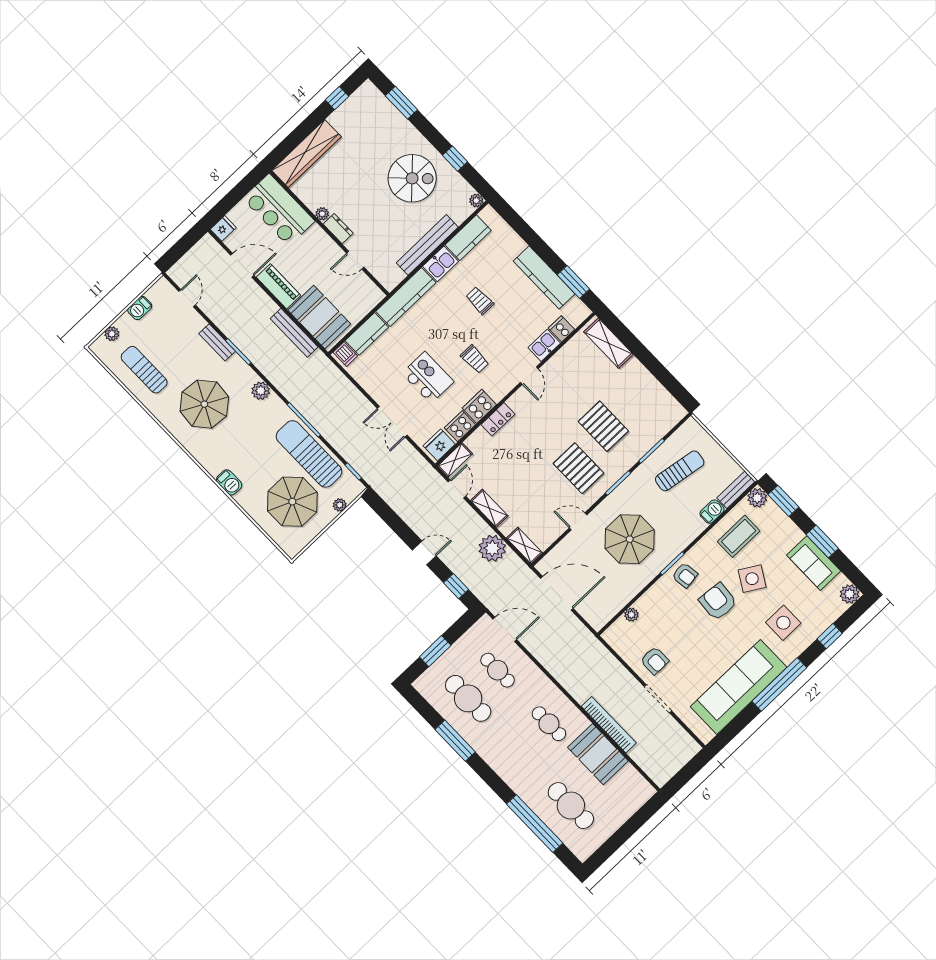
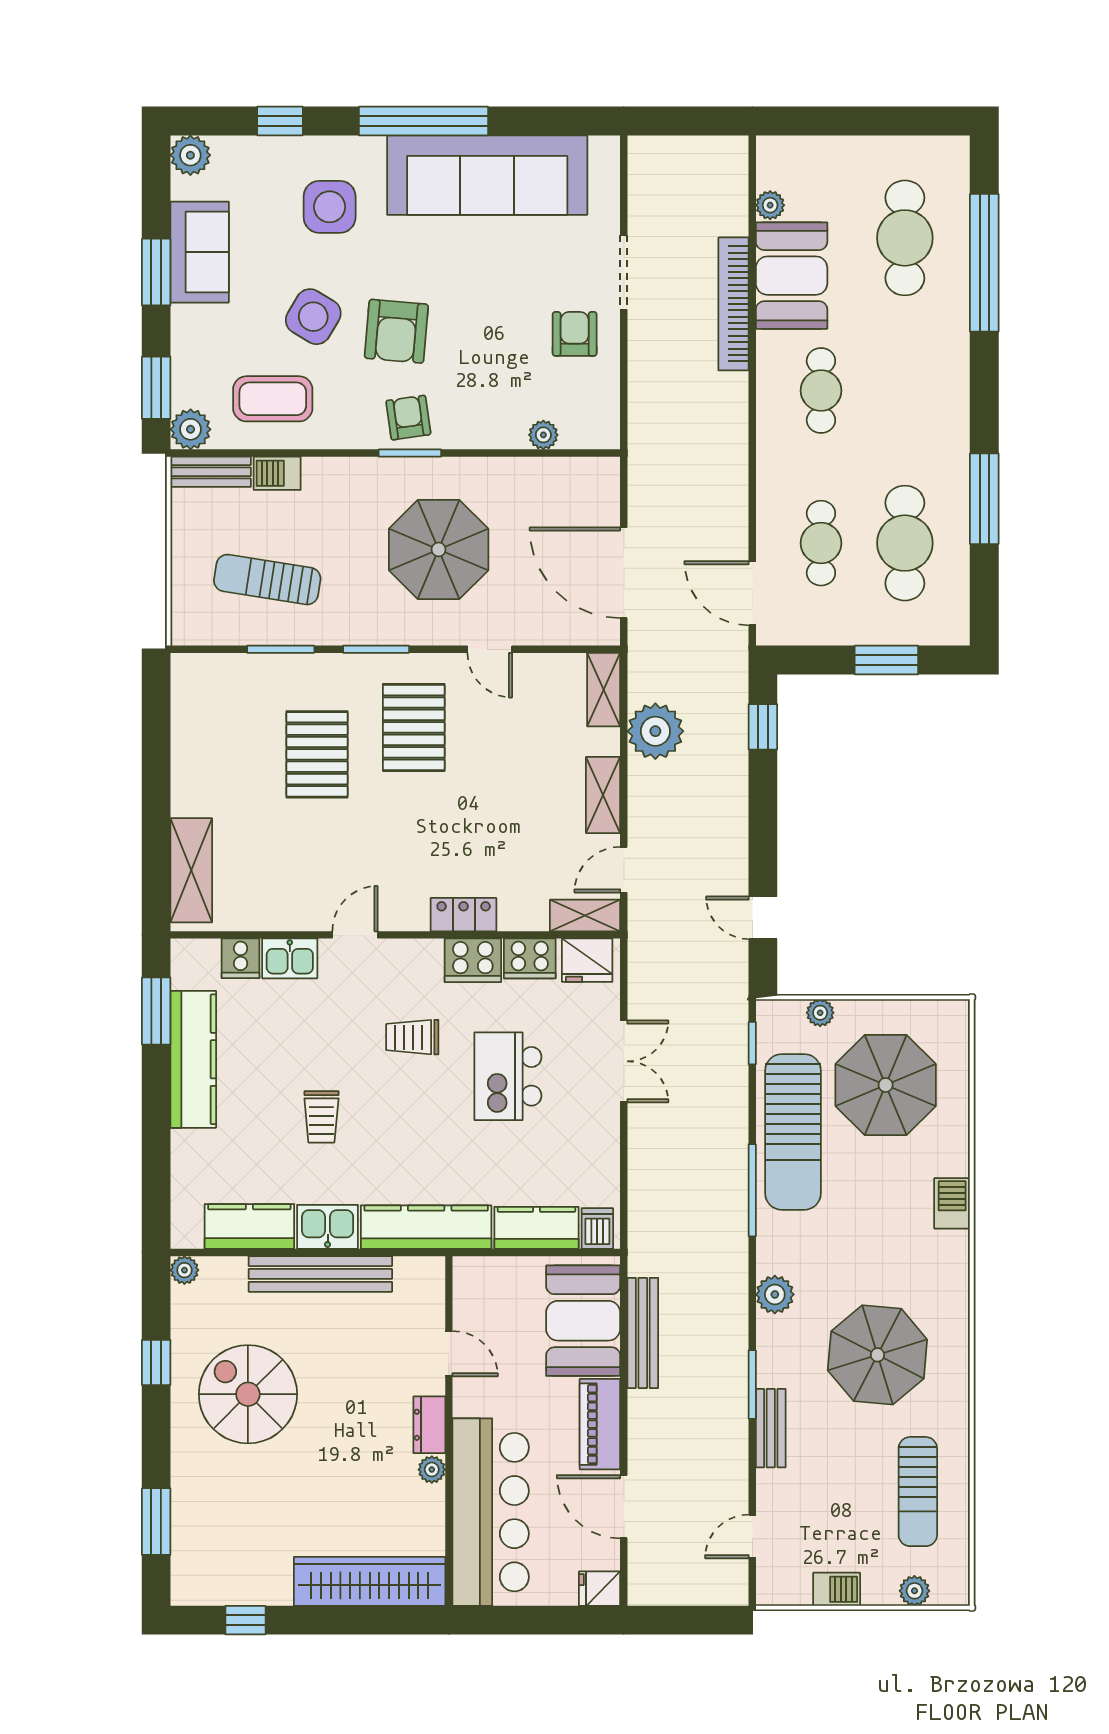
bar counter: (279, 210) -> (491, 1512), width x1.36
trolley: (475, 359) -> (412, 1037), turned -90
door: (424, 553) -> (763, 918), moved
plant: (629, 772) -> (770, 205), added

